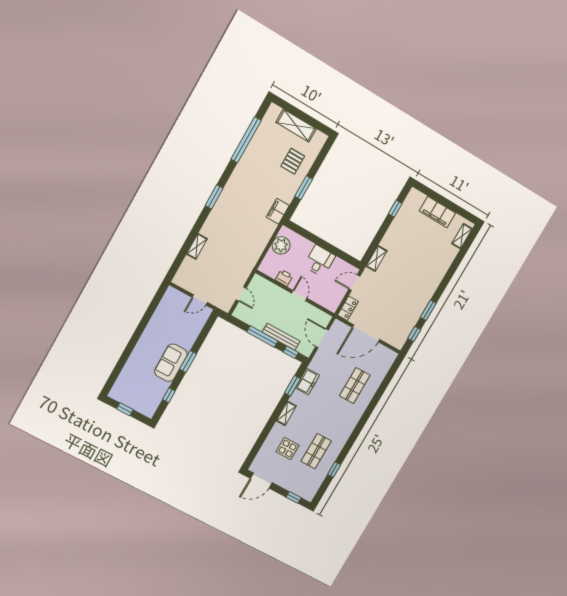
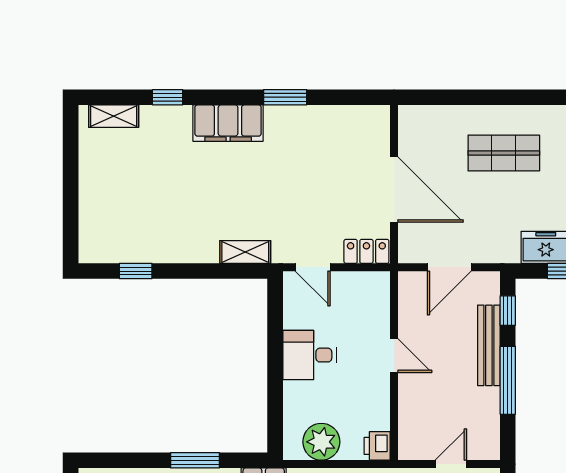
filing cabinet: (437, 212) -> (228, 123), moved, turned 90
printer: (284, 278) -> (377, 446), moved
door: (299, 296) -> (394, 356), swing flipped
window: (414, 334) -> (168, 97), moved

